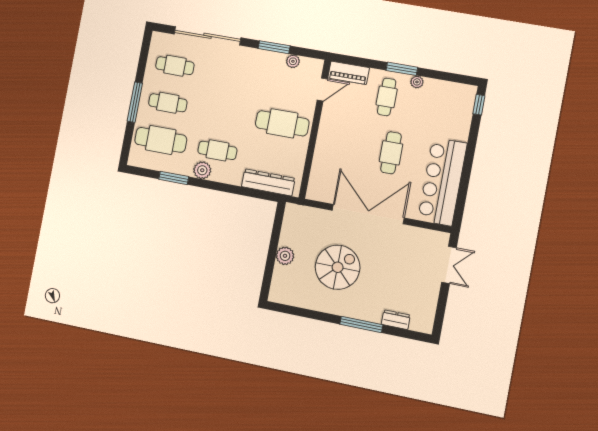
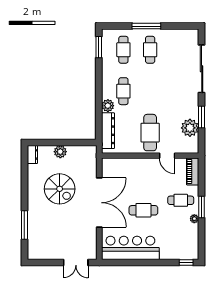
plant: (293, 61) -> (190, 128), width x1.88, depth x1.88
cafe table: (175, 66) -> (177, 50), removed
door: (322, 89) -> (167, 156), moved
cafe table: (161, 140) -> (123, 50), width x0.73, depth x0.74
plant: (202, 170) -> (108, 106), moved
window: (174, 178) -> (99, 47), moved
dresser: (396, 320) -> (32, 154), moved
window: (361, 325) -> (24, 225), moved

